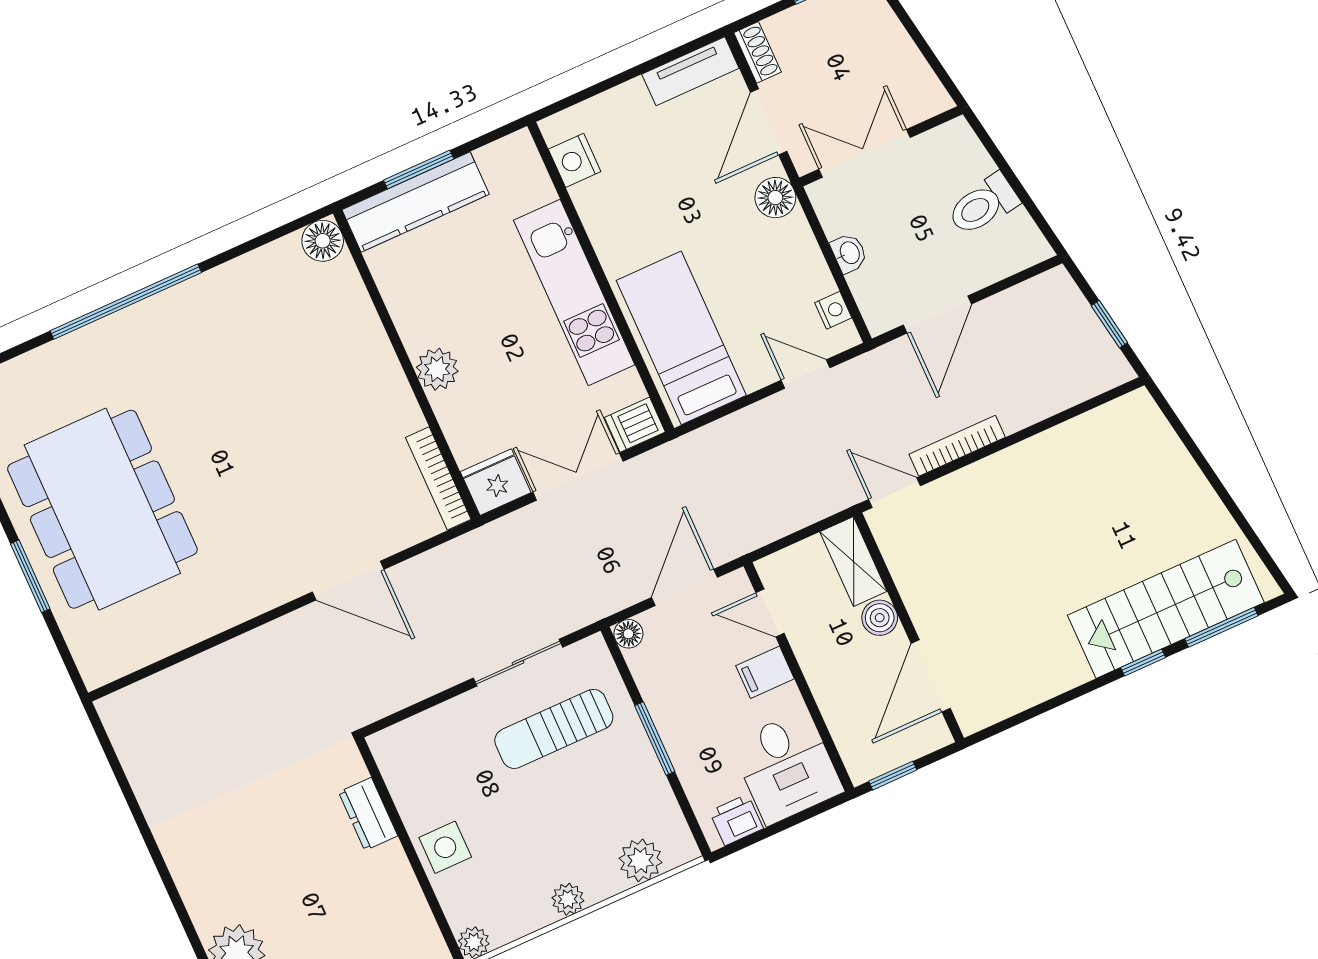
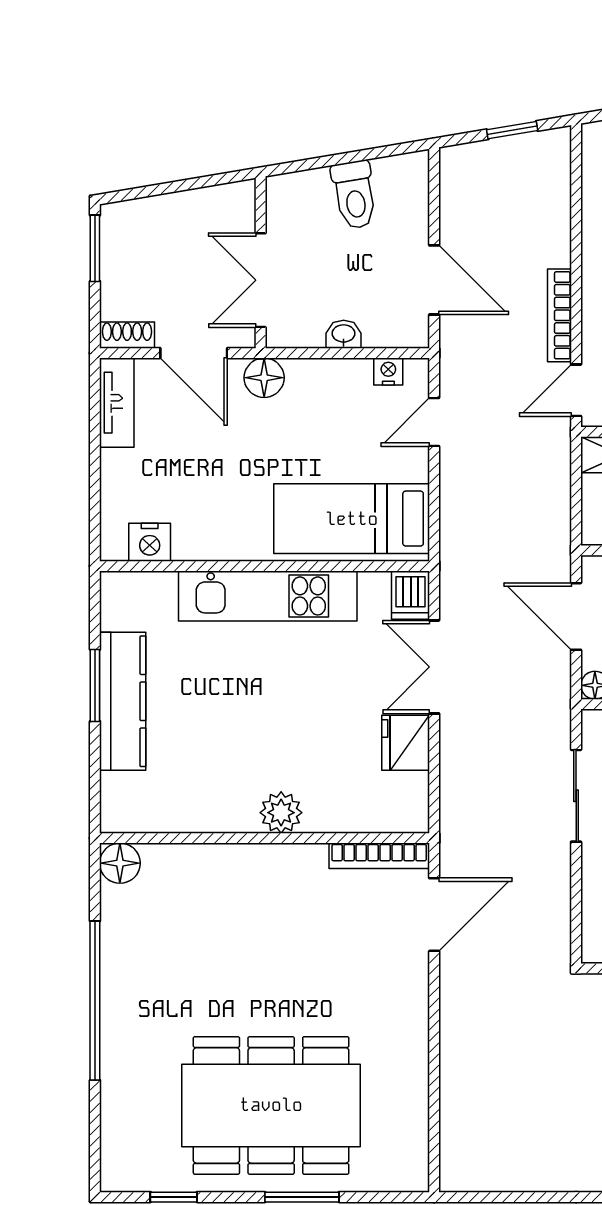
floor lamp: (323, 241) -> (120, 863), moved
wall: (406, 365) -> (265, 838), moved
plant: (437, 369) -> (281, 813), moved
bookcase: (438, 478) -> (379, 856), moved

